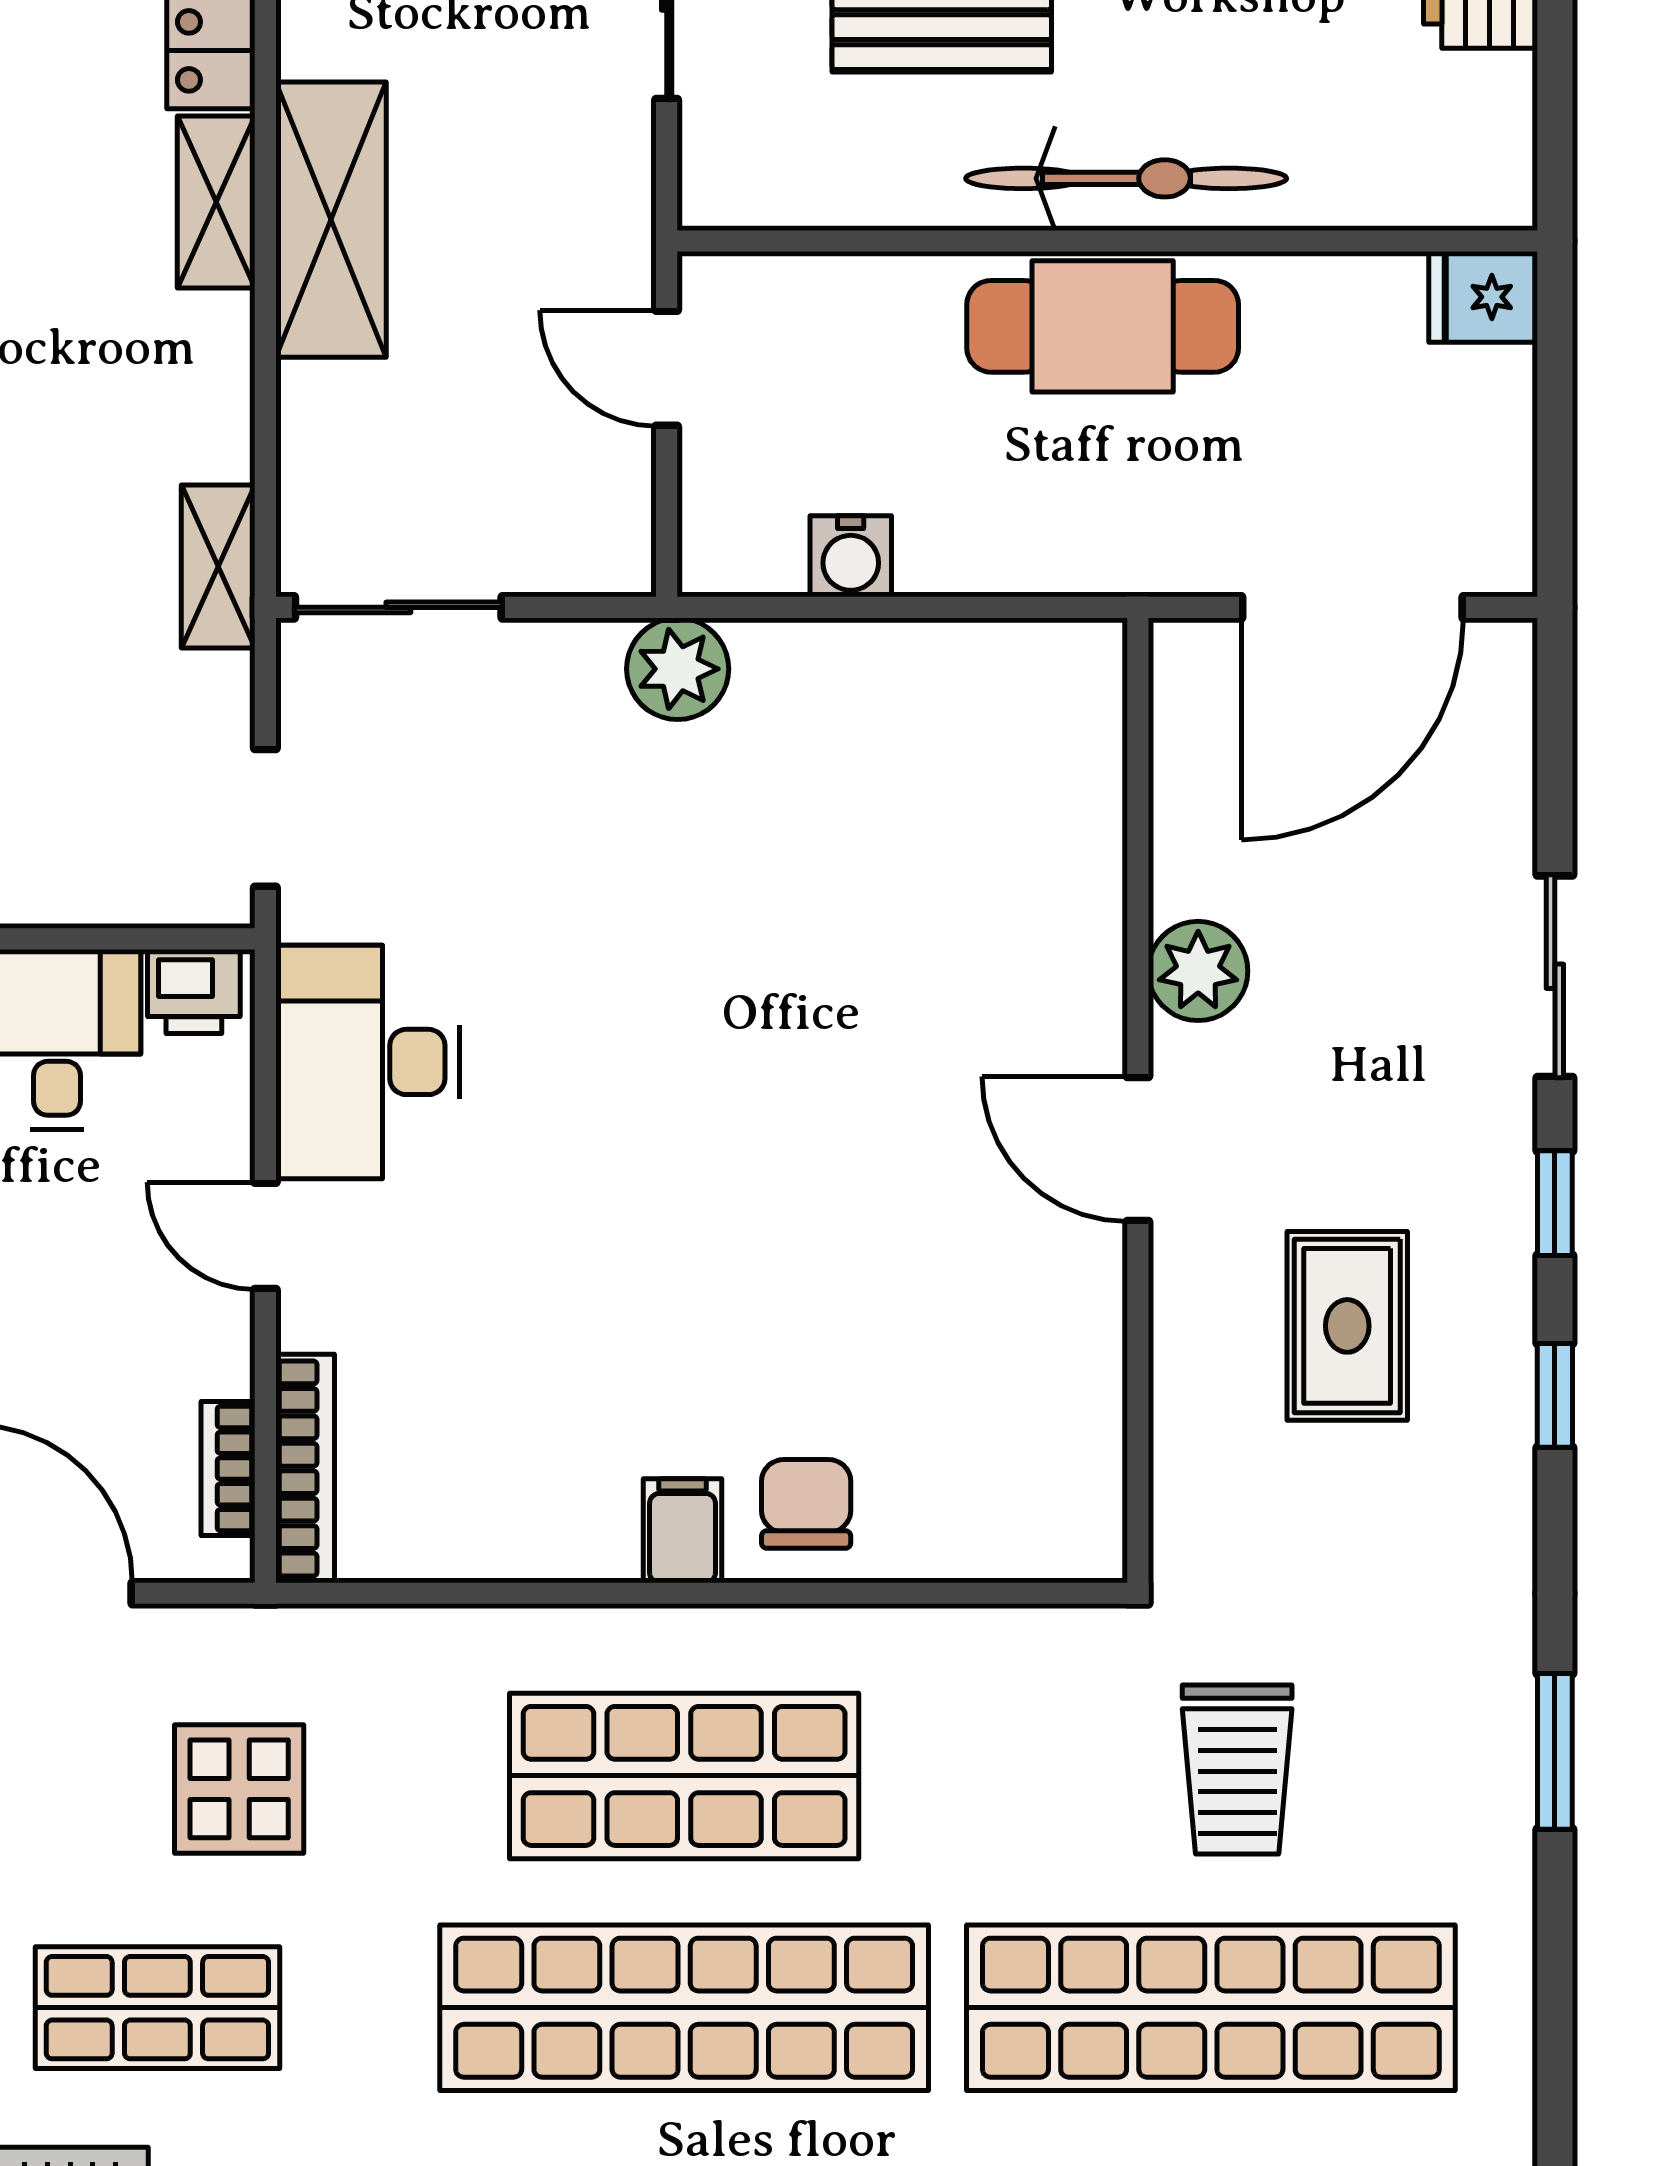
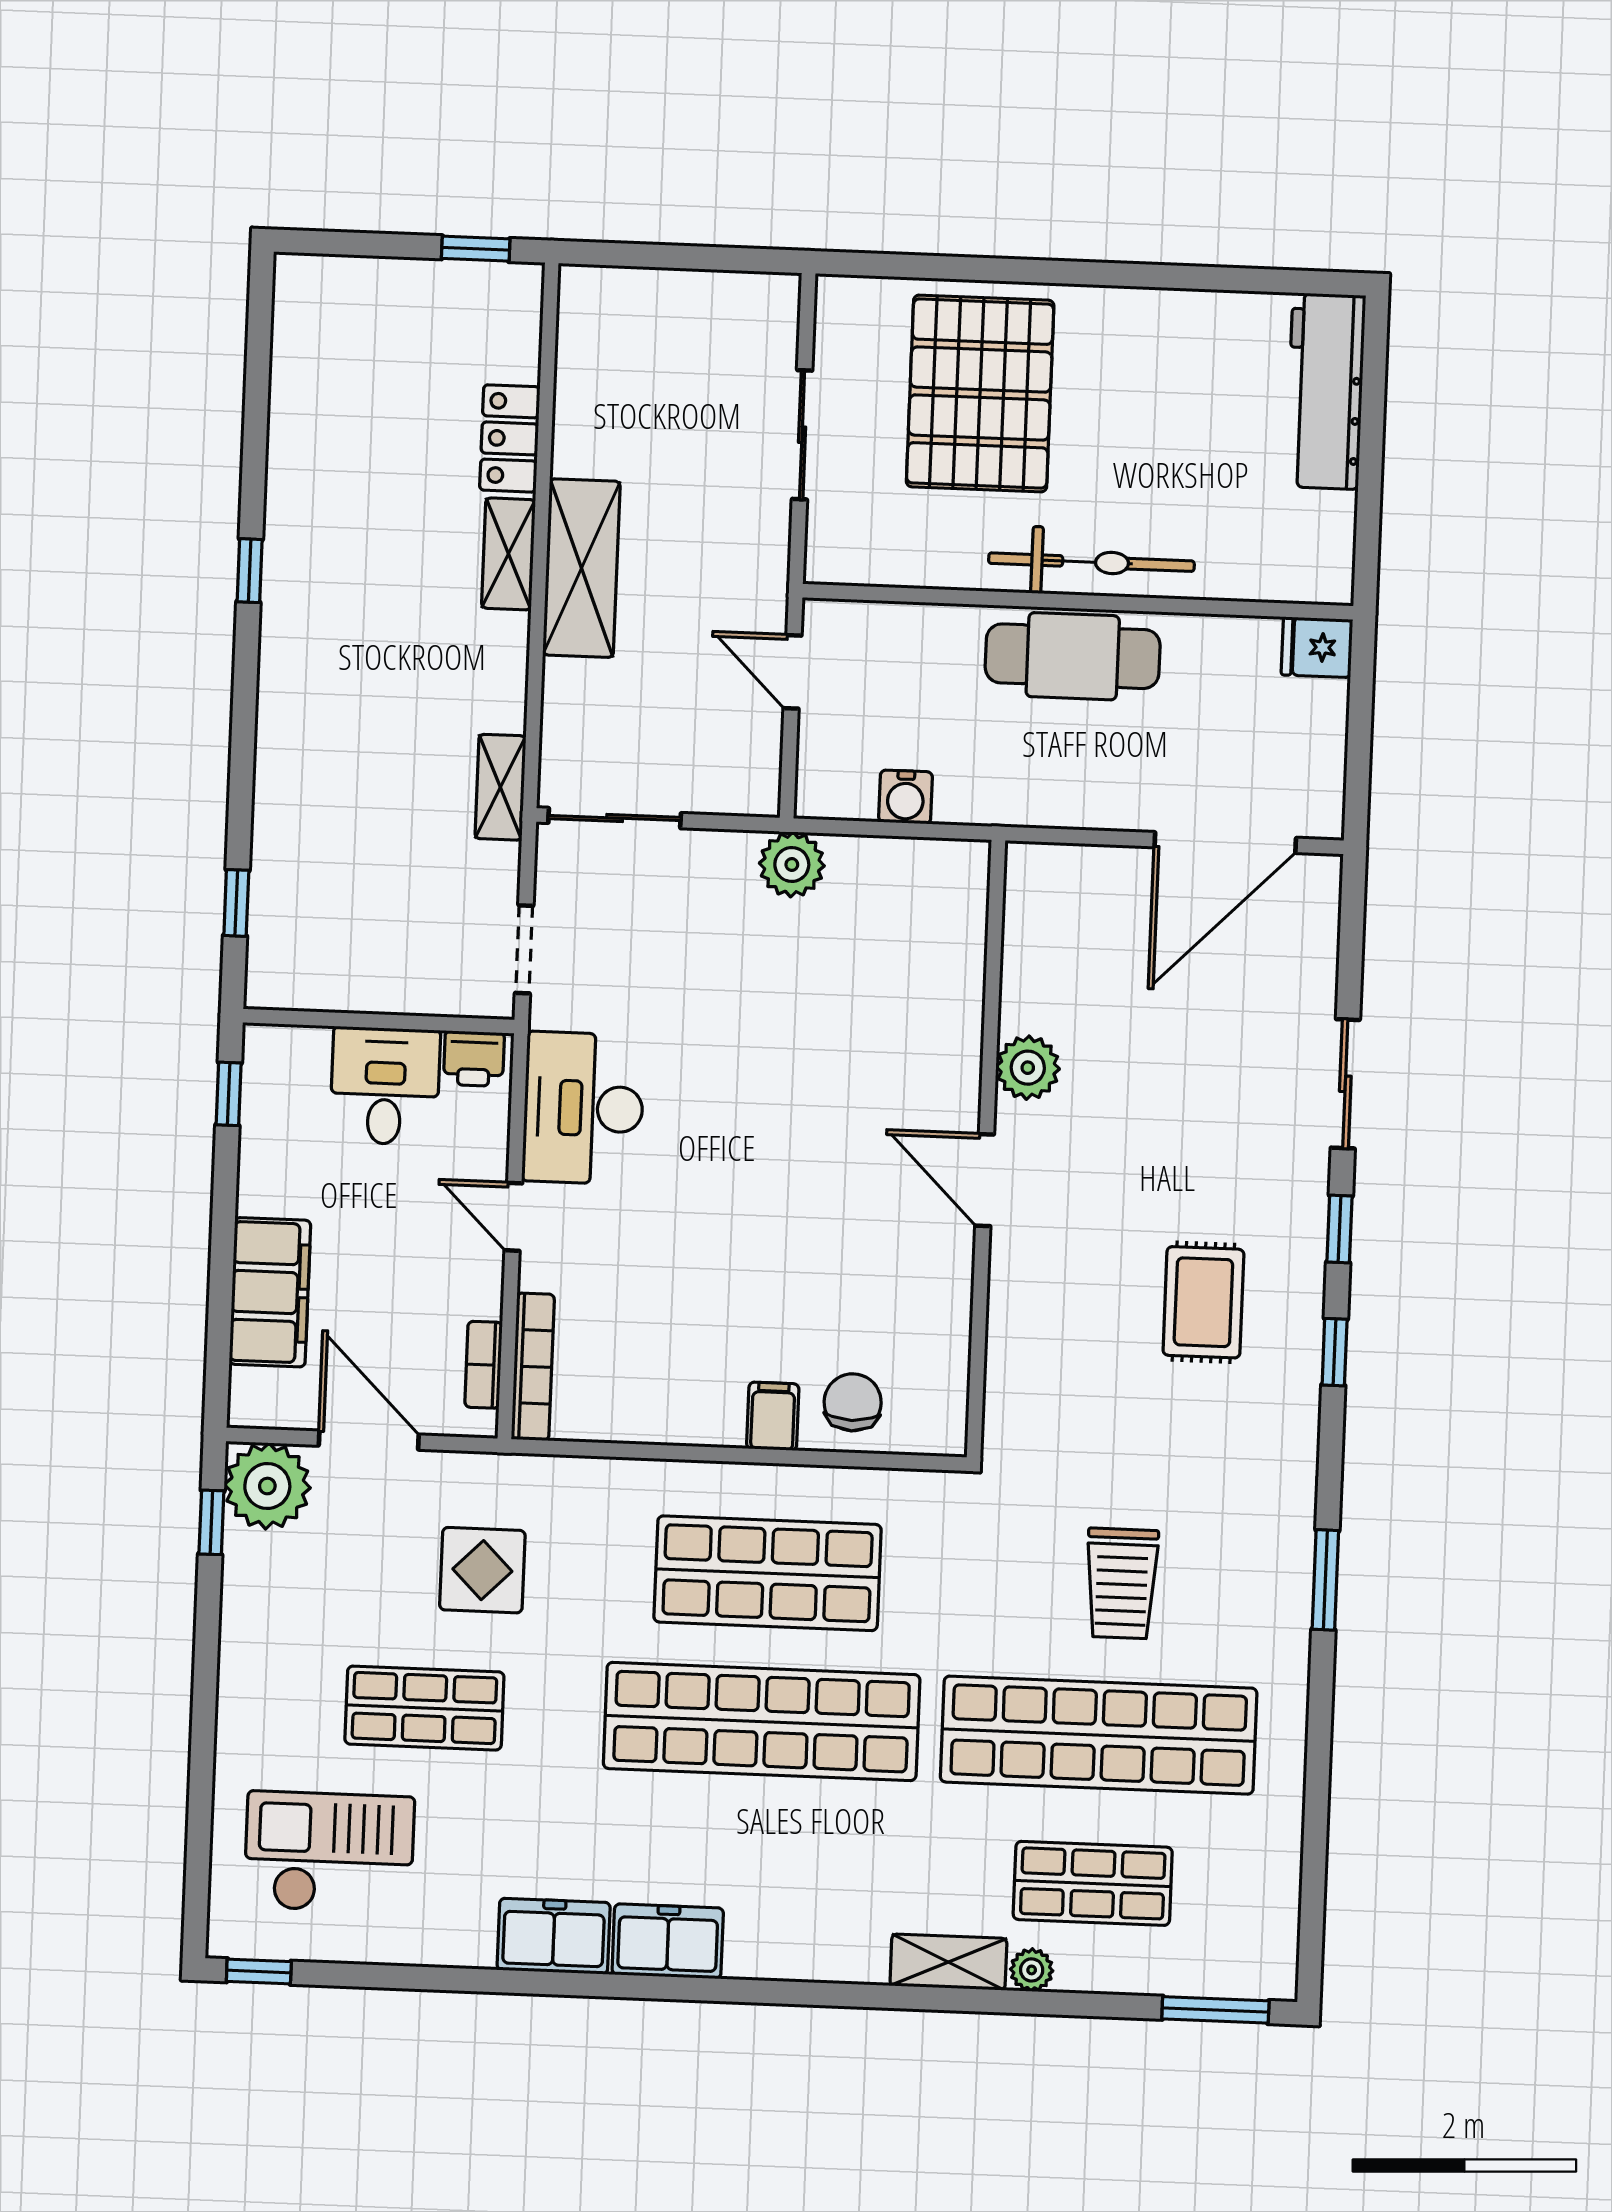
plant: (1198, 971) -> (1028, 1068), moved
wall: (1138, 1100) -> (986, 1149), moved
door: (1138, 1149) -> (985, 1180), moved

